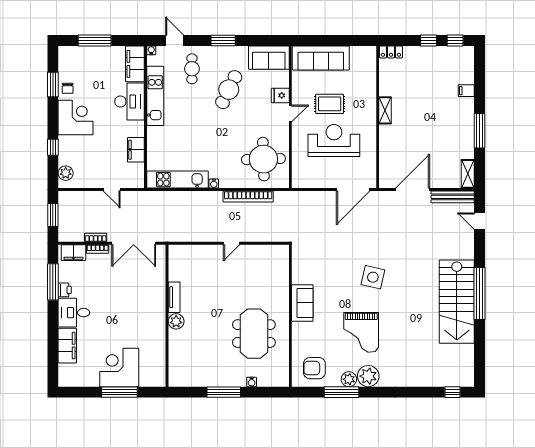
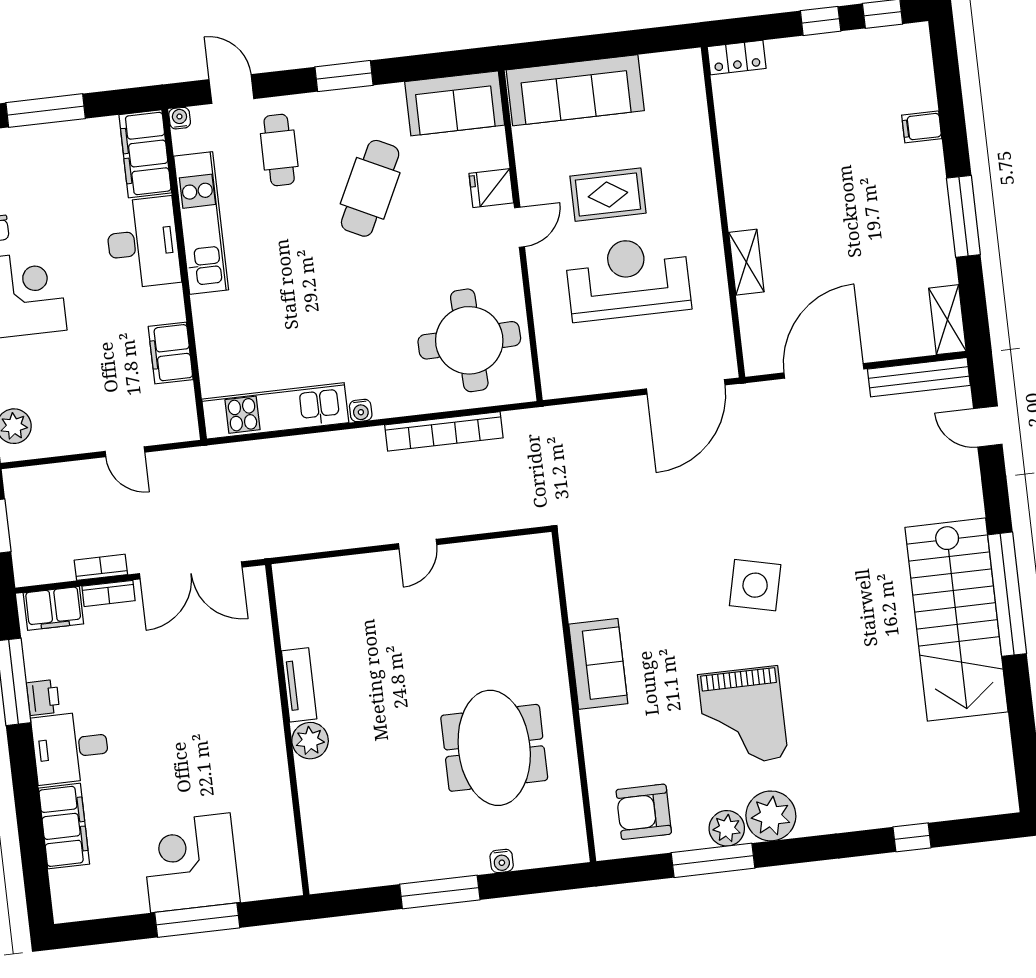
shelving: (385, 110) -> (746, 262), moved
window: (452, 392) -> (912, 837), moved

